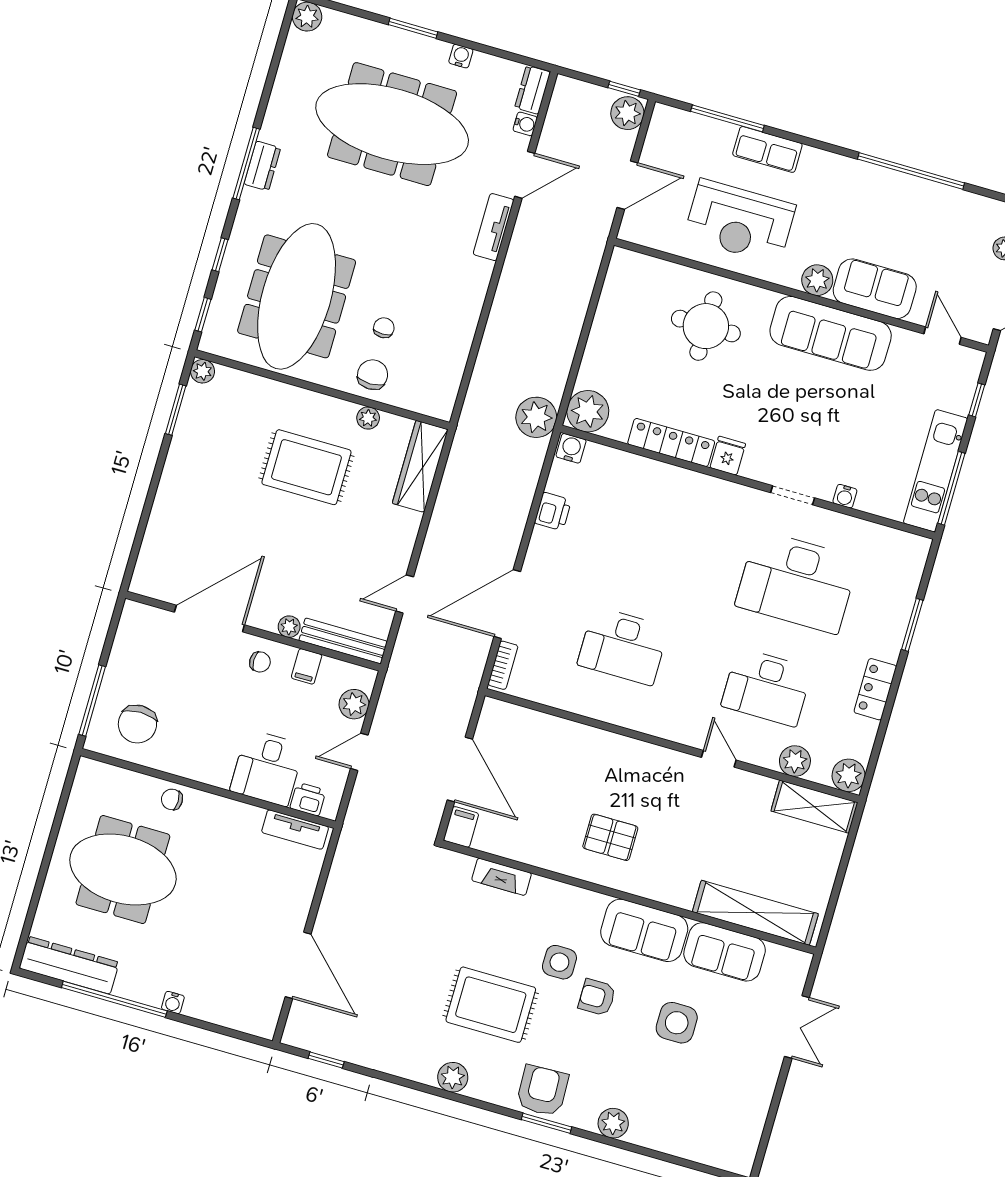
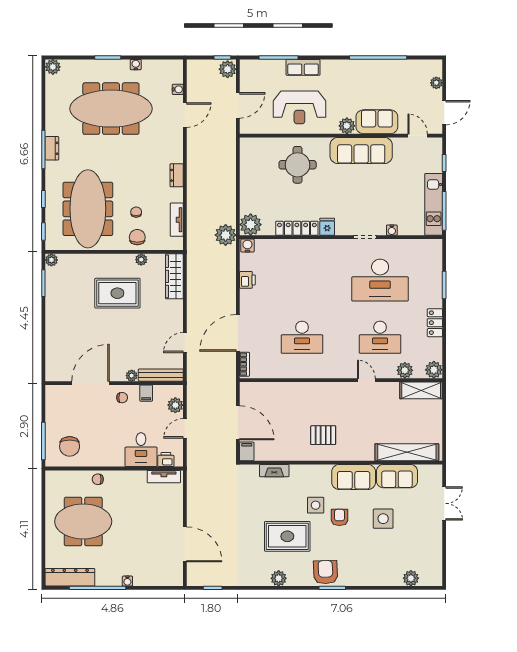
dresser: (533, 90) -> (177, 175), moved
tv unit: (493, 227) -> (177, 220), moved
armchair: (597, 997) -> (339, 517), turned 90
plant: (613, 1123) -> (411, 578), moved

